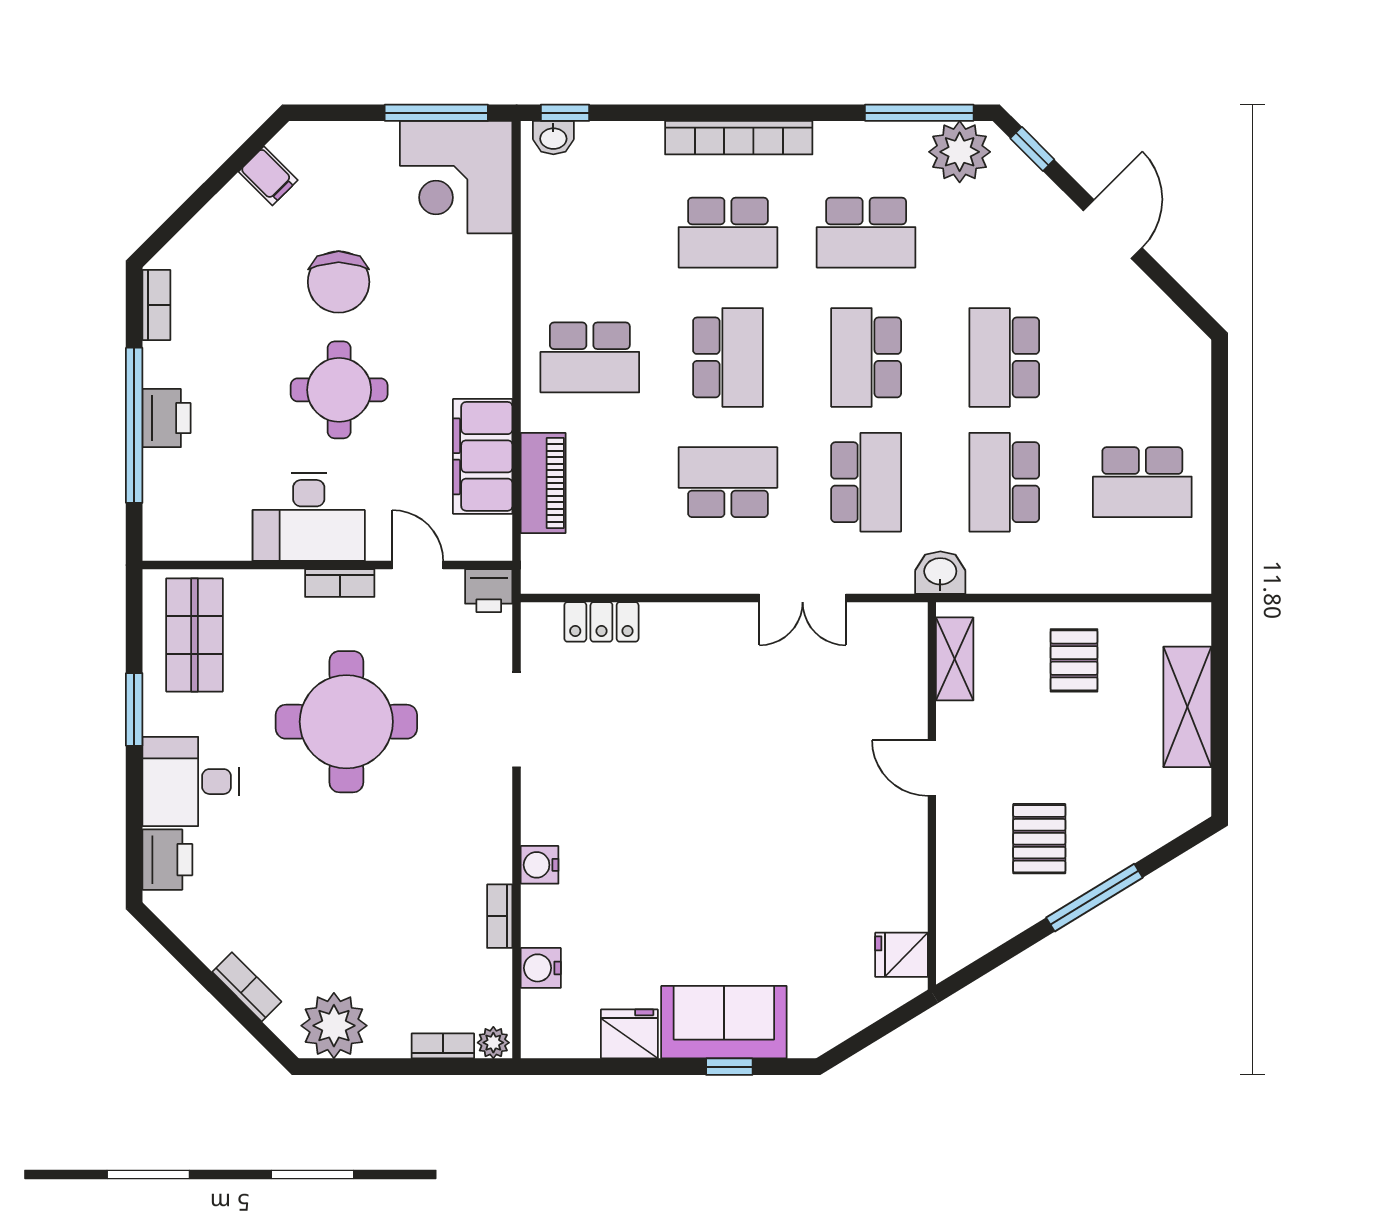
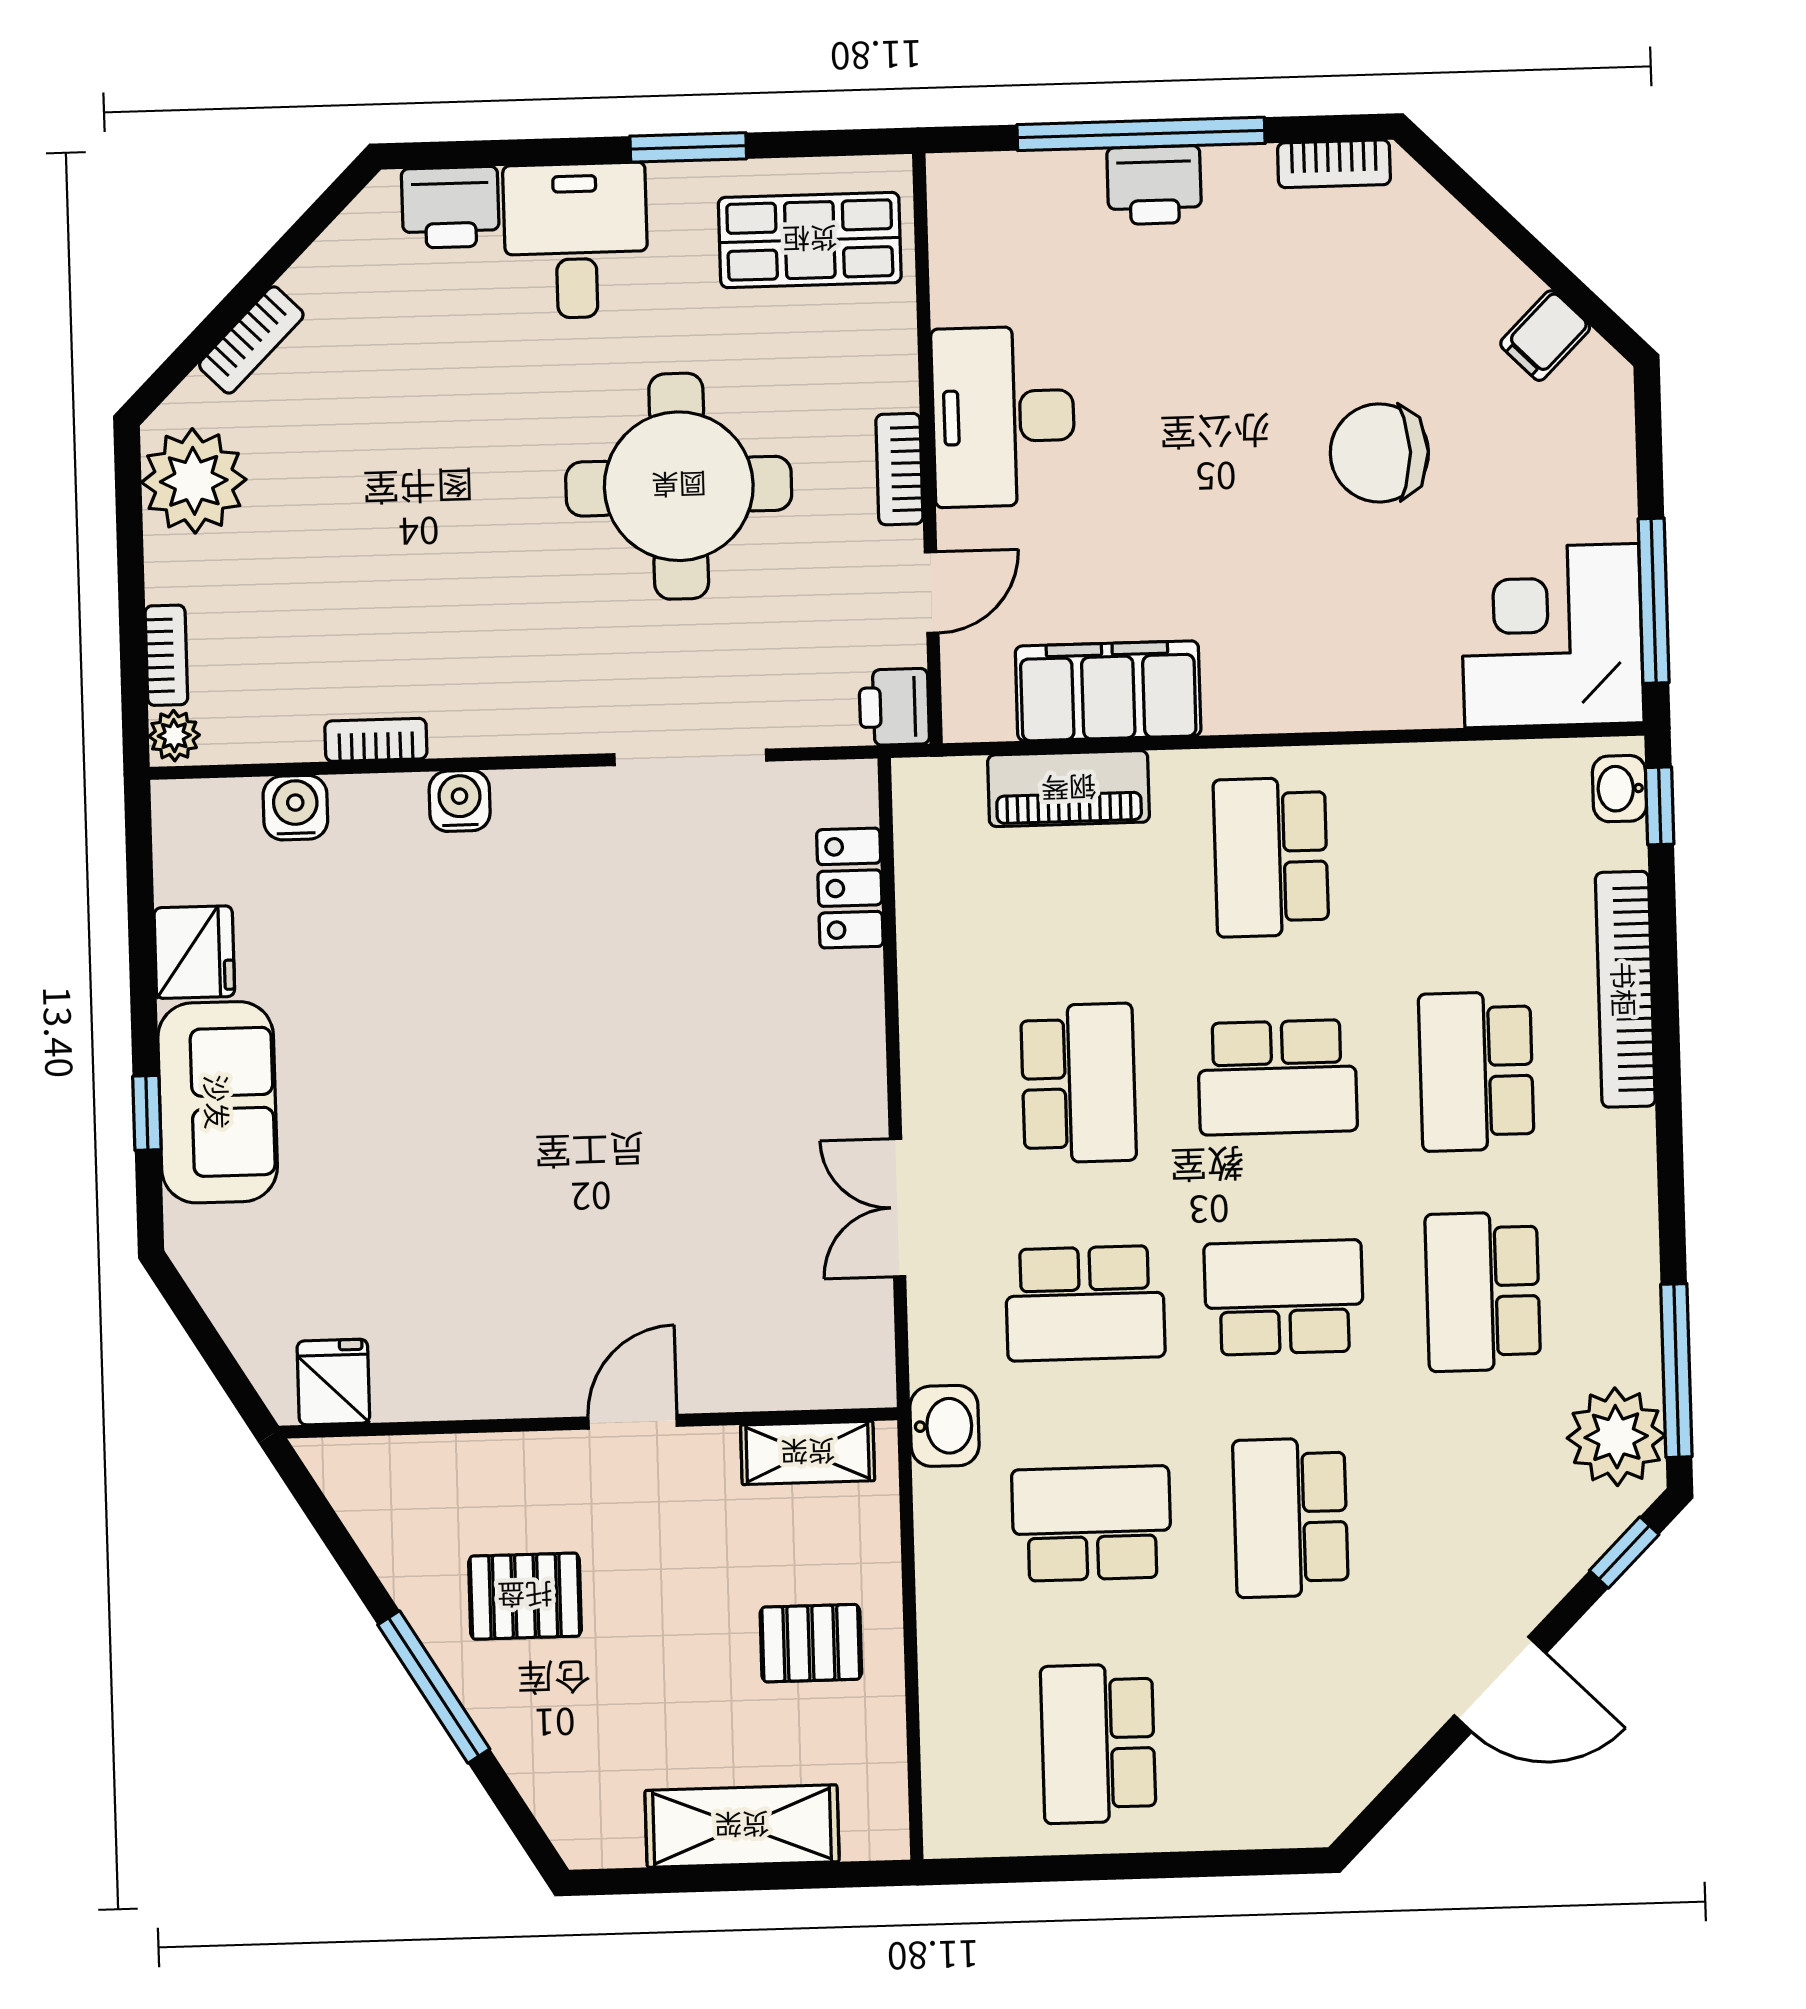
bookcase: (739, 138) -> (1625, 989), moved
school desk: (1004, 357) -> (1290, 1518), turned -90
round table: (339, 390) -> (1207, 459), removed

